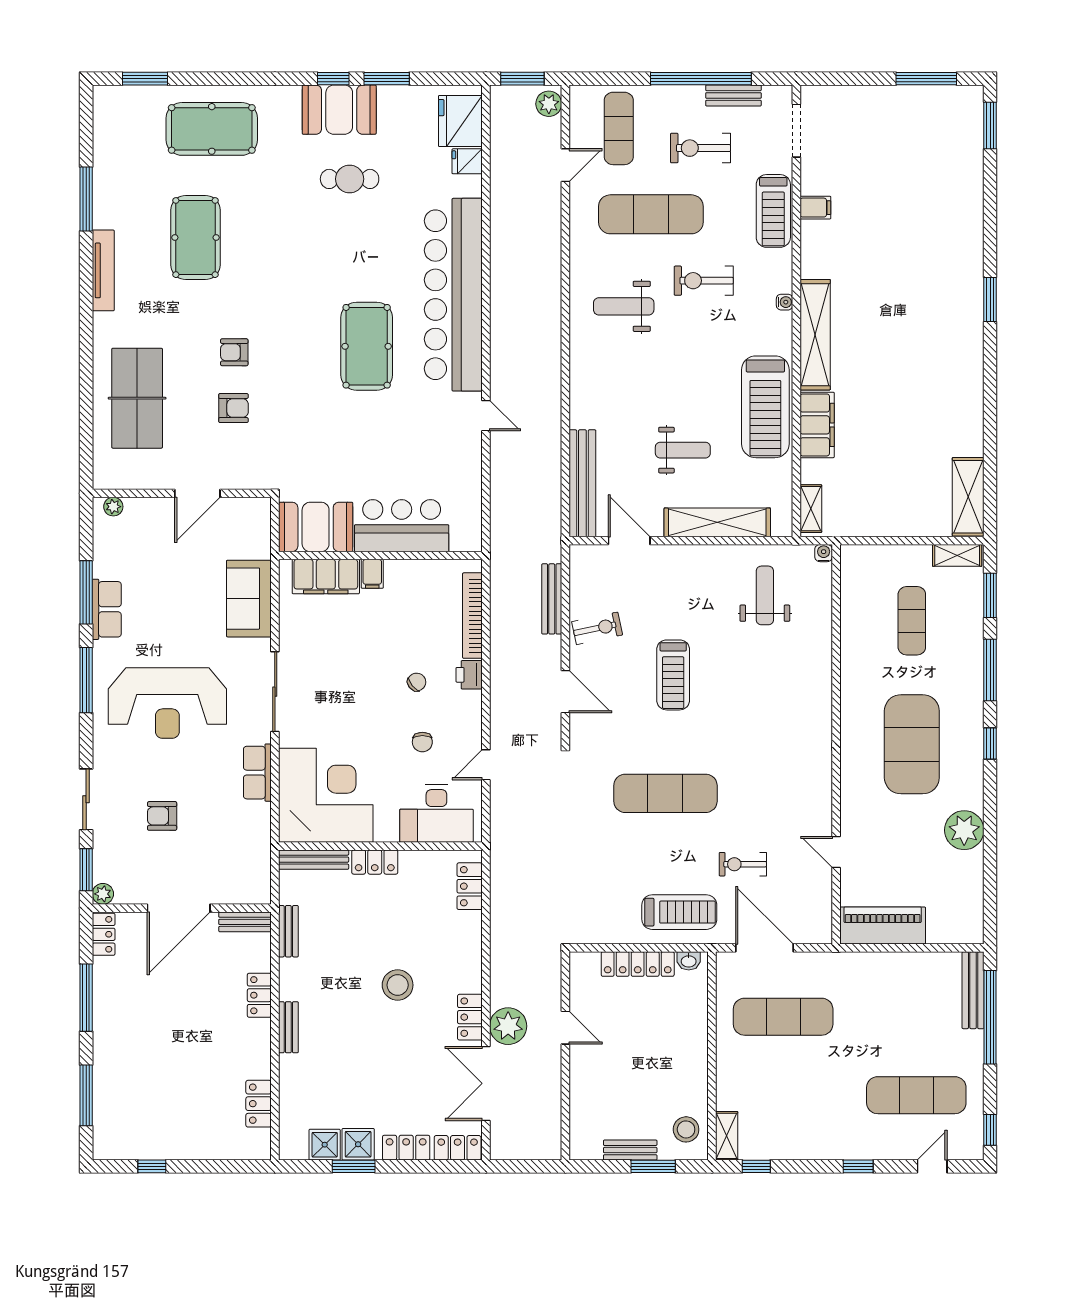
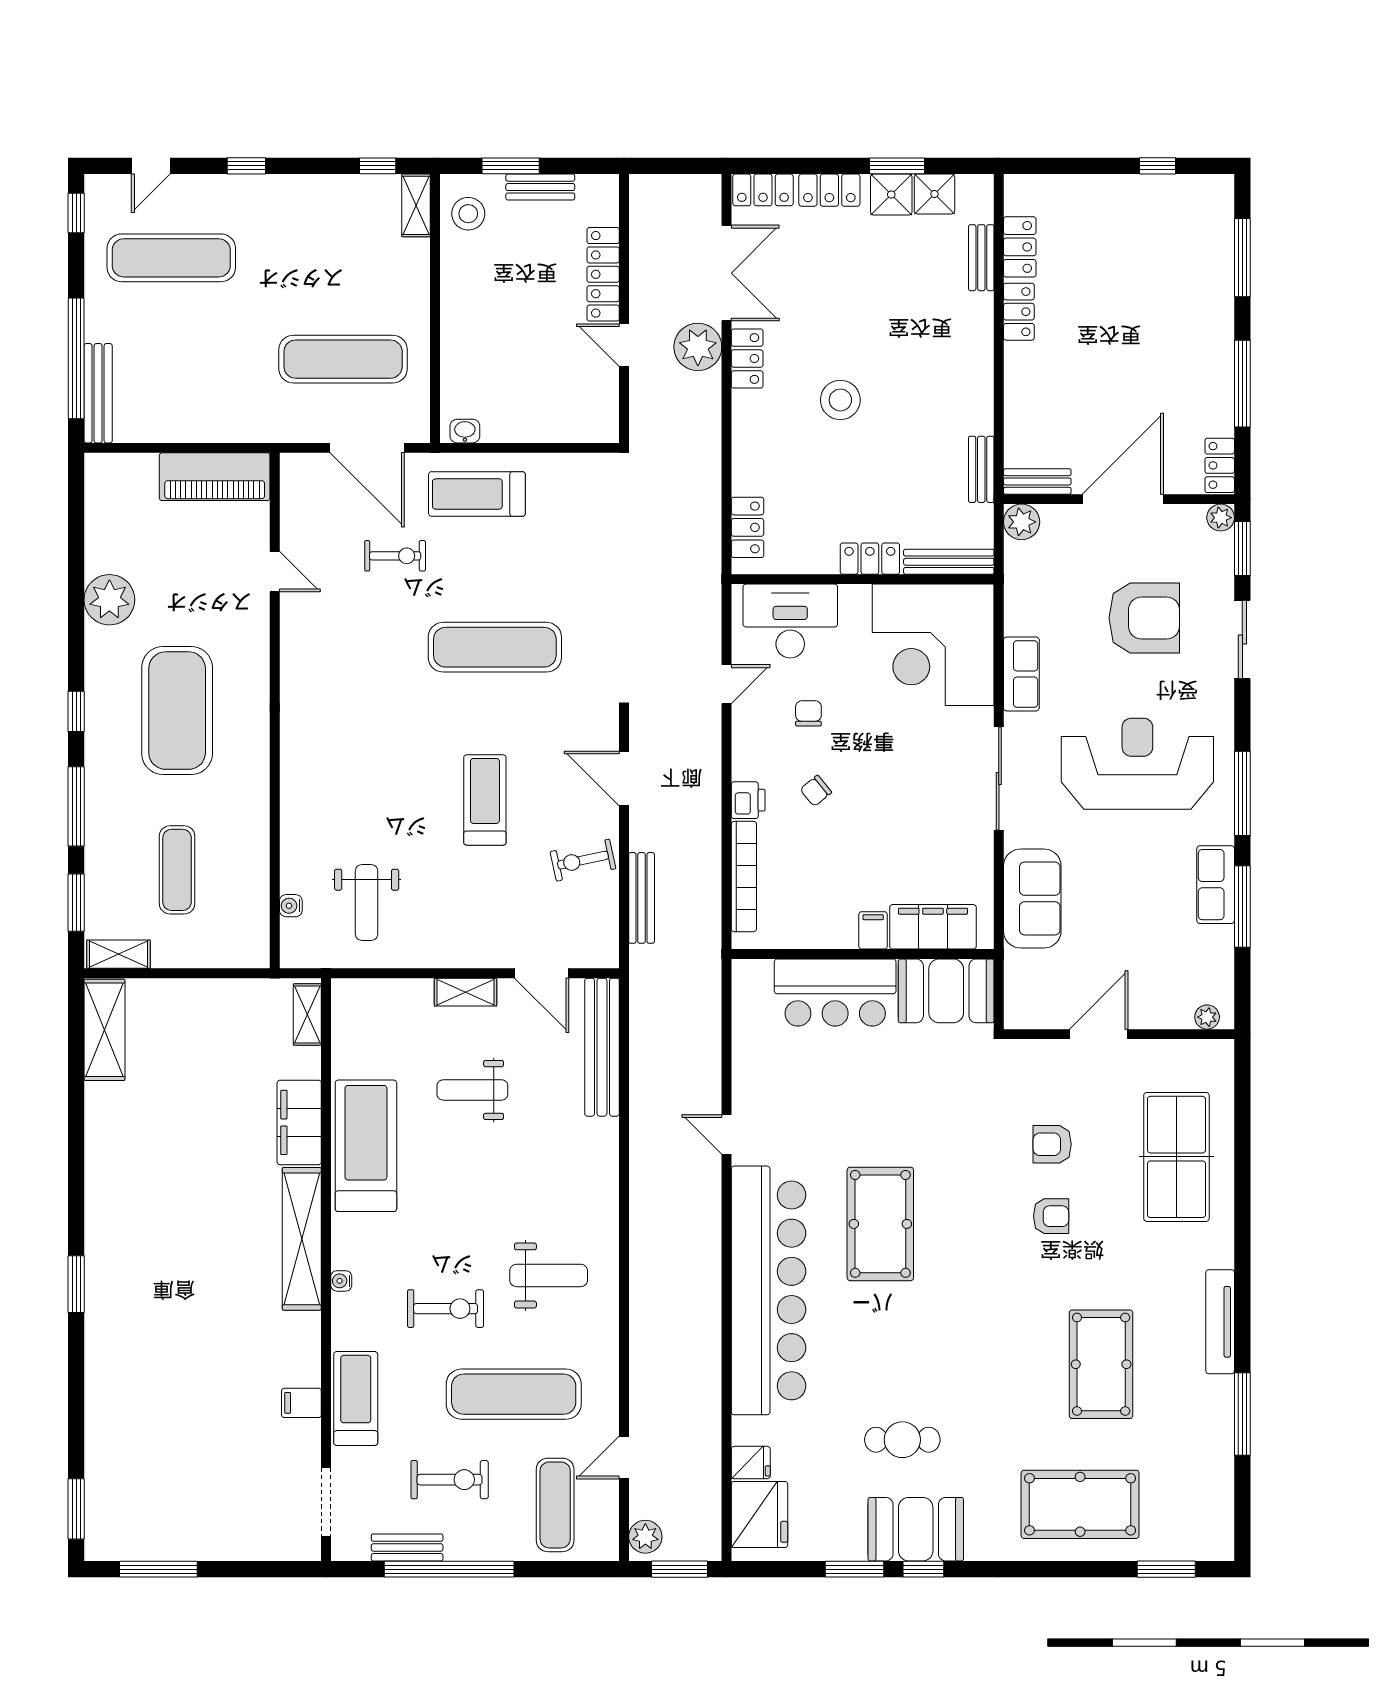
shelving: (717, 522) -> (465, 992), width x0.45, depth x0.75
water cooler: (824, 553) -> (291, 906), moved, turned 90
armchair: (162, 816) -> (1144, 618), width x1.88, depth x1.88
plant: (257, 891) -> (1022, 522), added
locker: (638, 964) -> (603, 274), moved, turned -90
locker: (259, 995) -> (1019, 312), moved
bench: (288, 1027) -> (981, 258), moved

